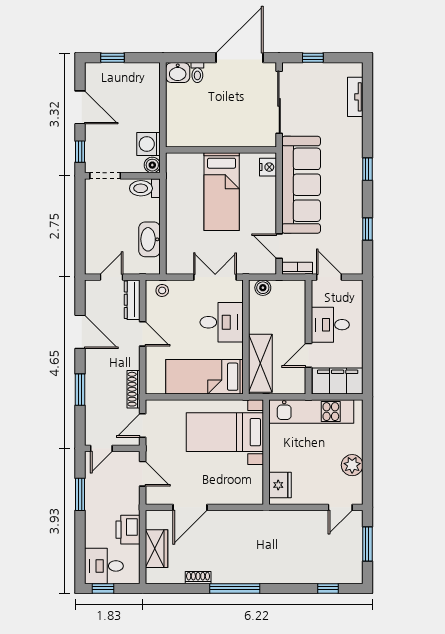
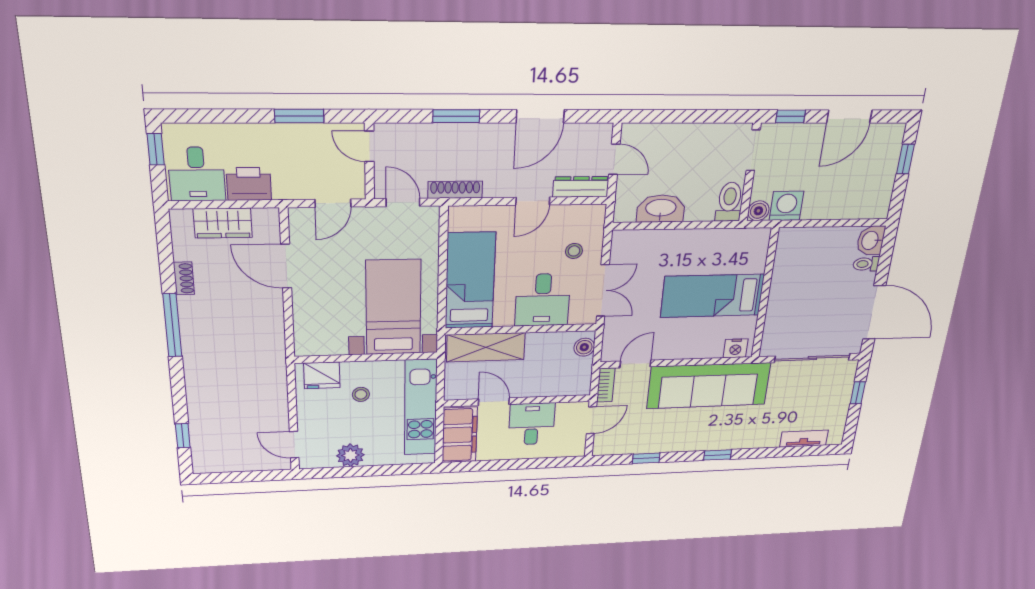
stool: (162, 290) -> (574, 251), moved
stool: (298, 457) -> (361, 394), added
window: (367, 544) -> (247, 476), removed
desk: (104, 566) -> (197, 174), moved, turned 180

